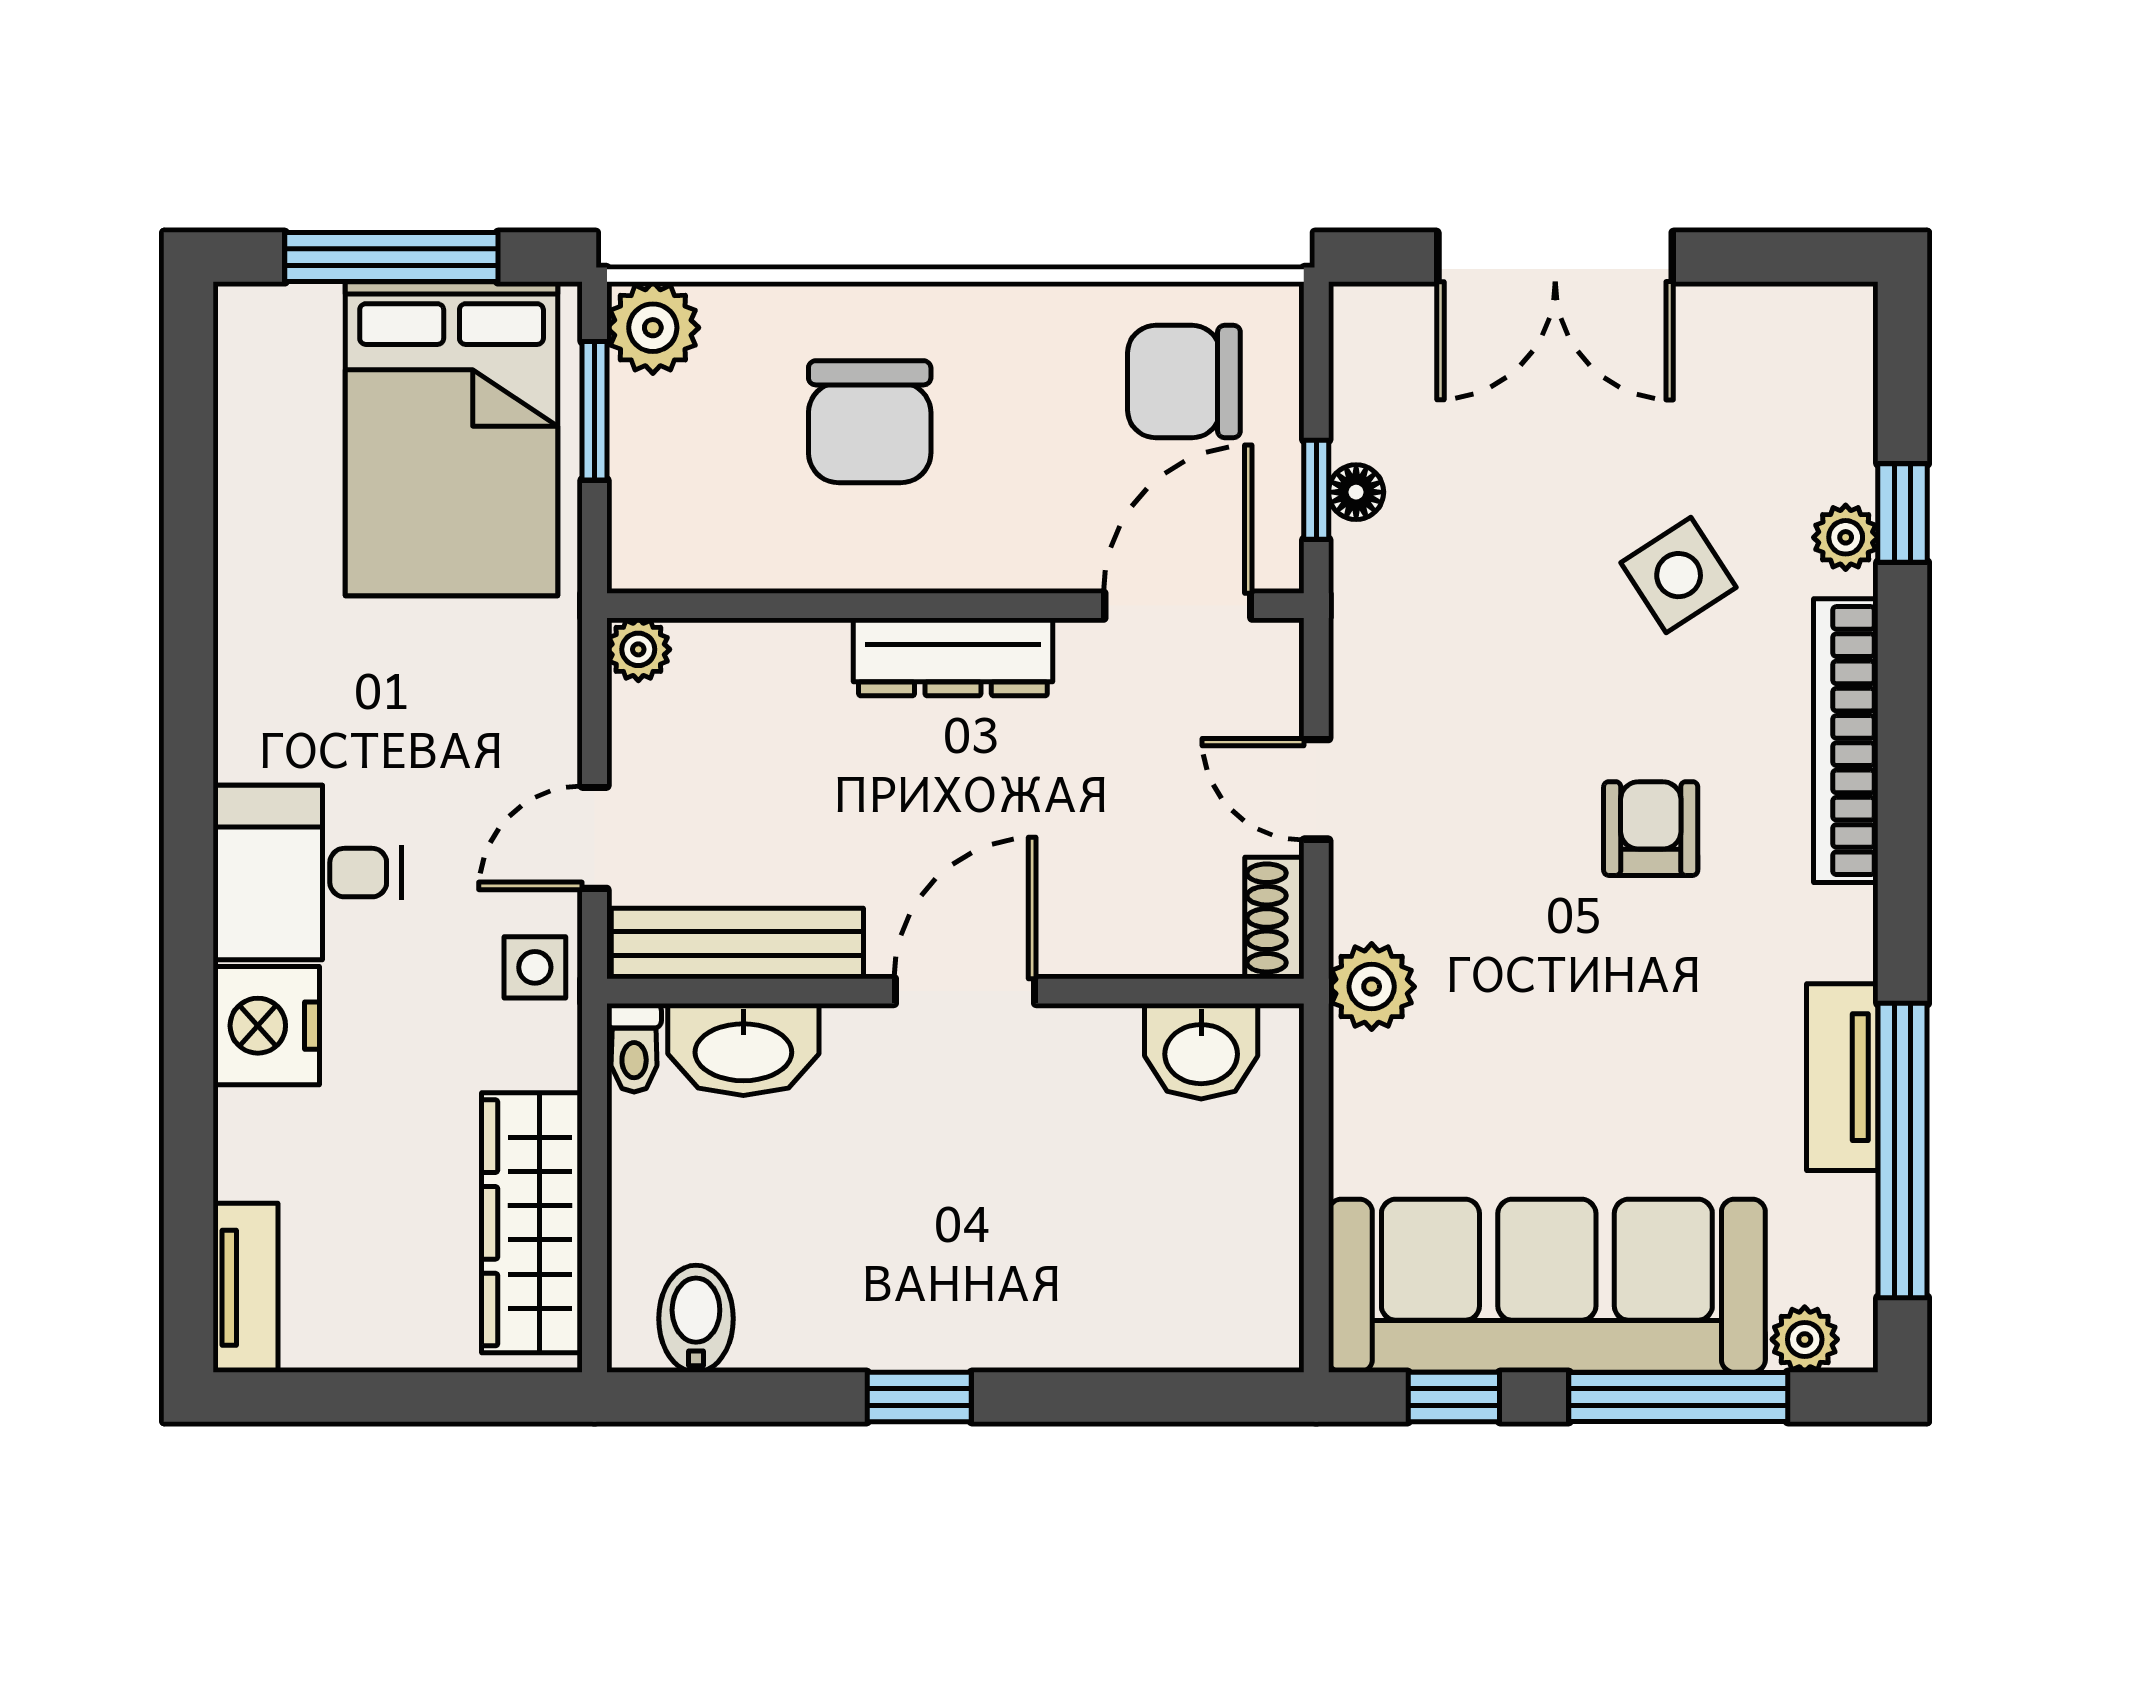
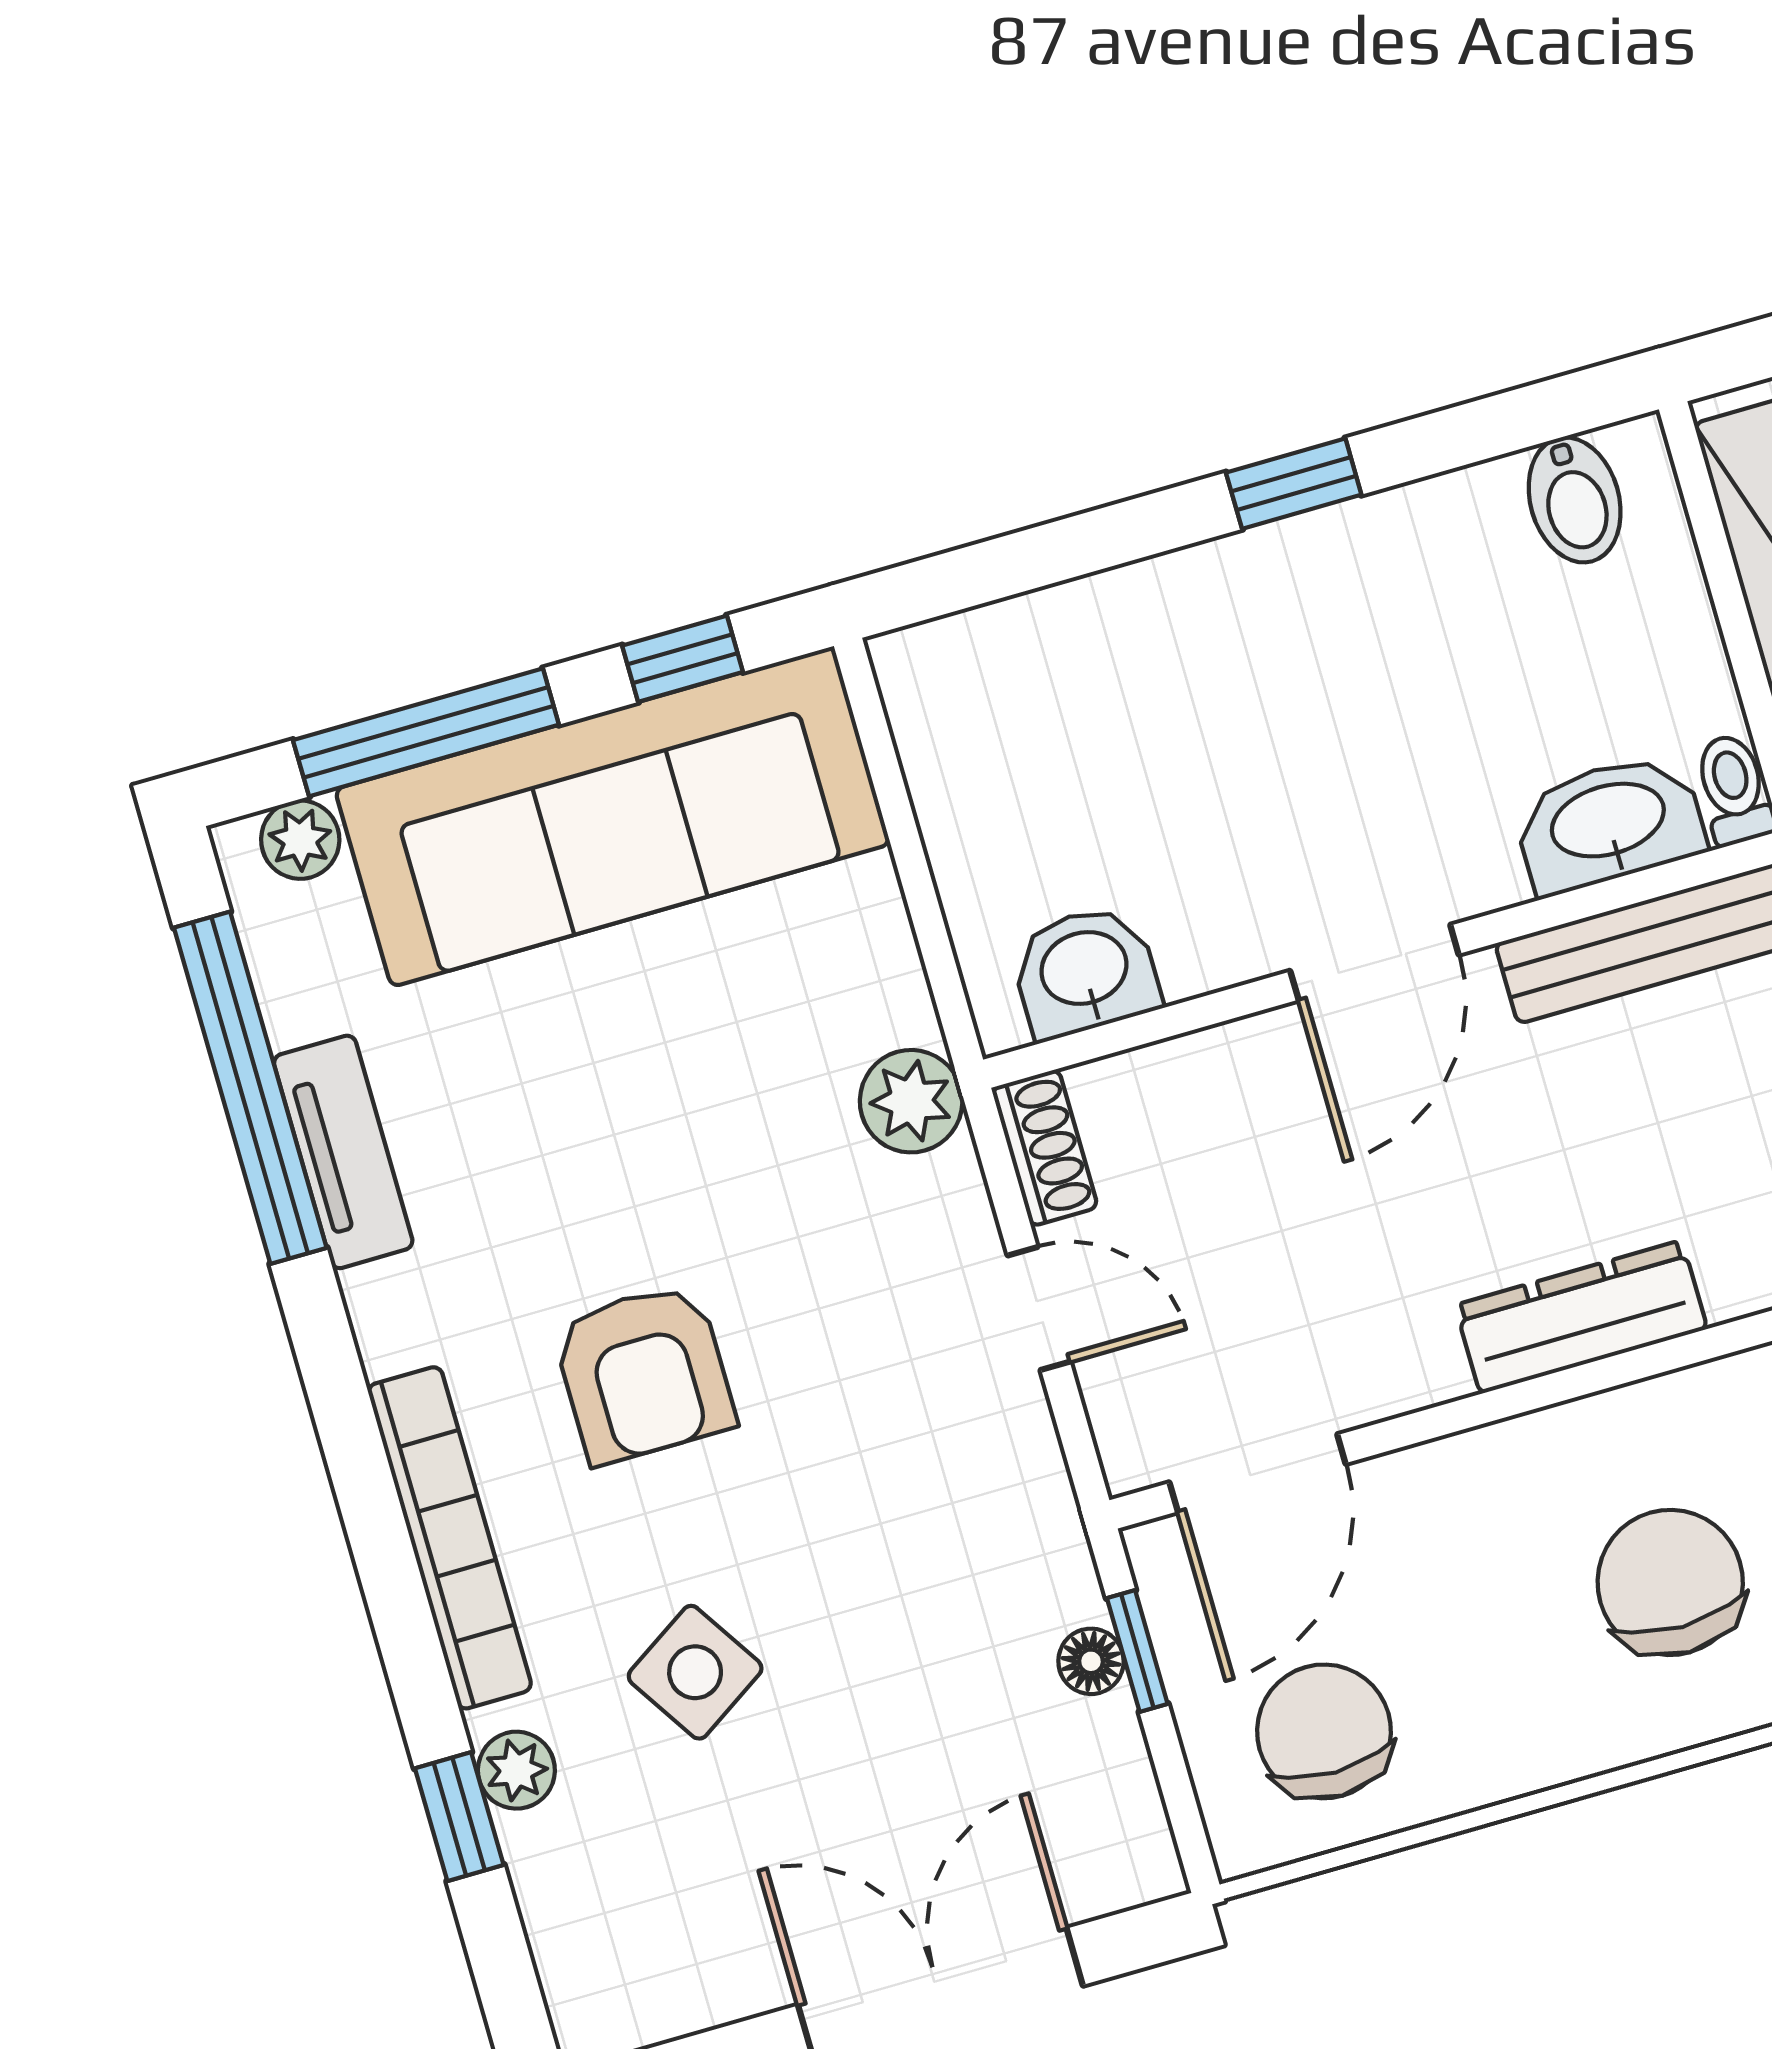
chair: (1184, 382) -> (1324, 1731), turned -90
dresser: (953, 657) -> (1581, 1317), moved
armchair: (1651, 829) -> (644, 1373), width x1.38, depth x1.38

